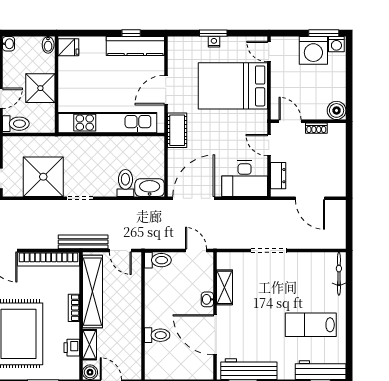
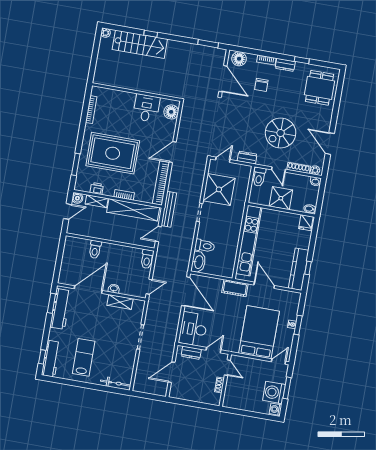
window: (324, 33) -> (287, 388), moved
boiler: (337, 110) -> (229, 401), removed
door: (290, 121) -> (227, 368), hinge flipped

